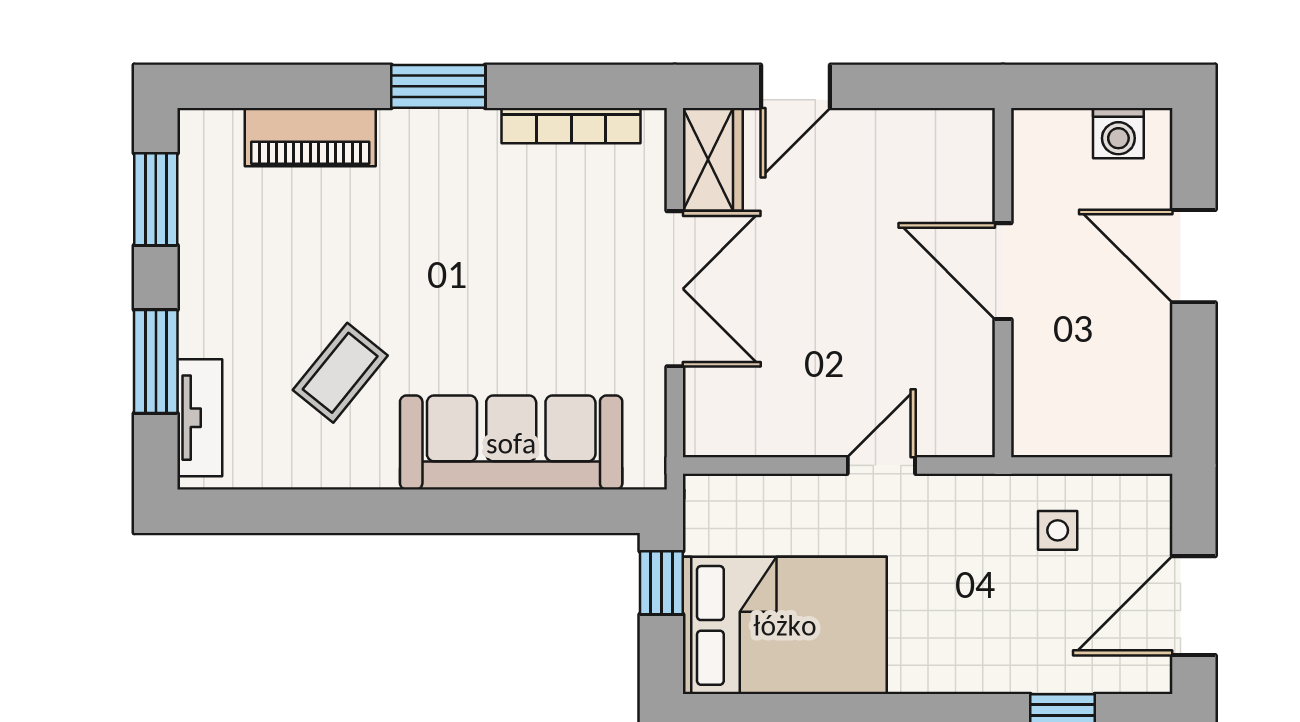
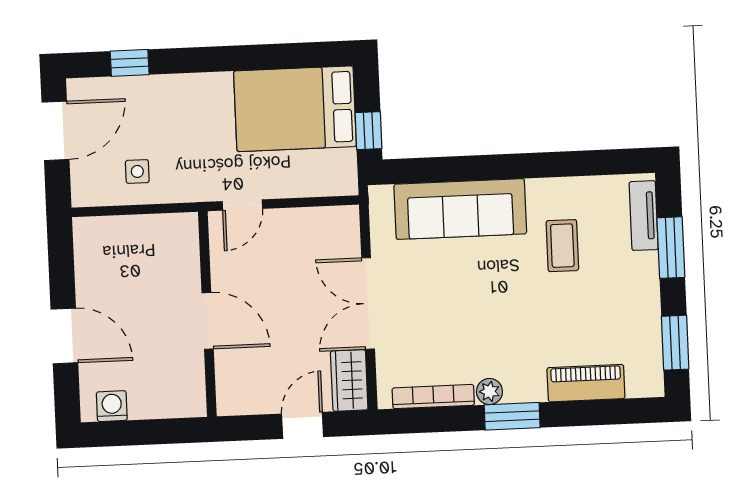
plant: (475, 130) -> (489, 392), added
door: (1003, 271) -> (208, 321), moved
wall: (1003, 283) -> (207, 314), moved
coffee table: (340, 373) -> (562, 246), turned -39

